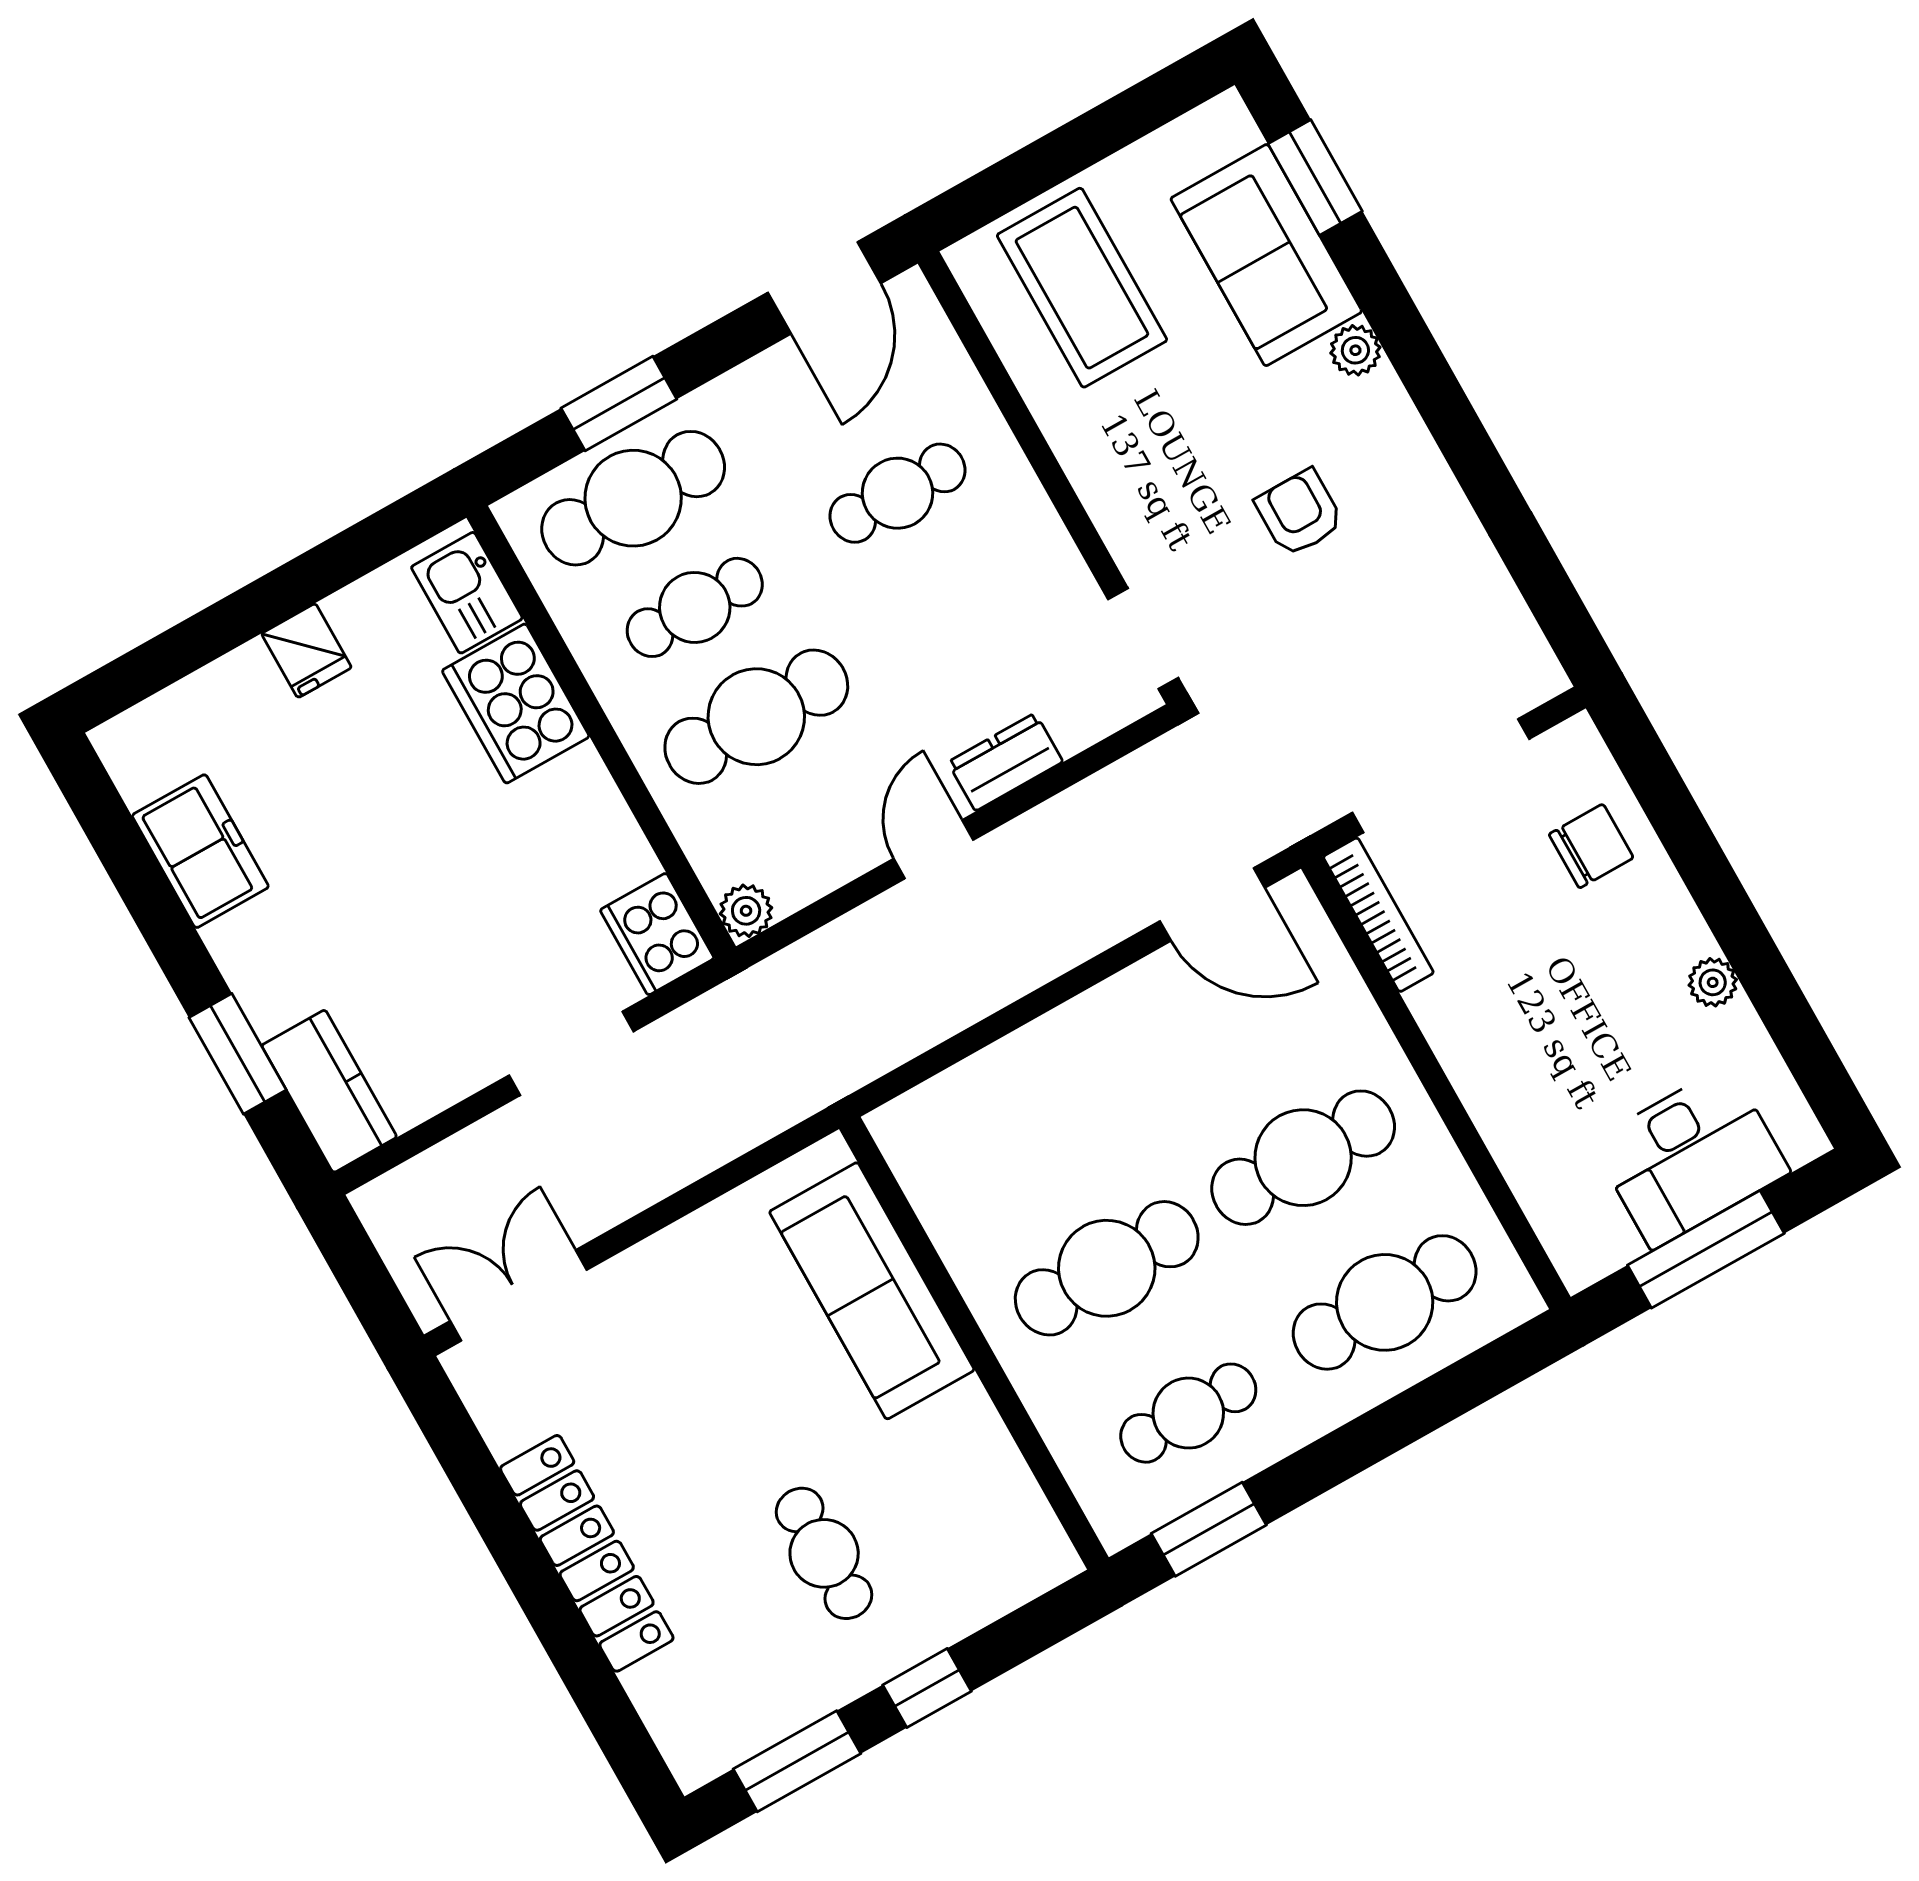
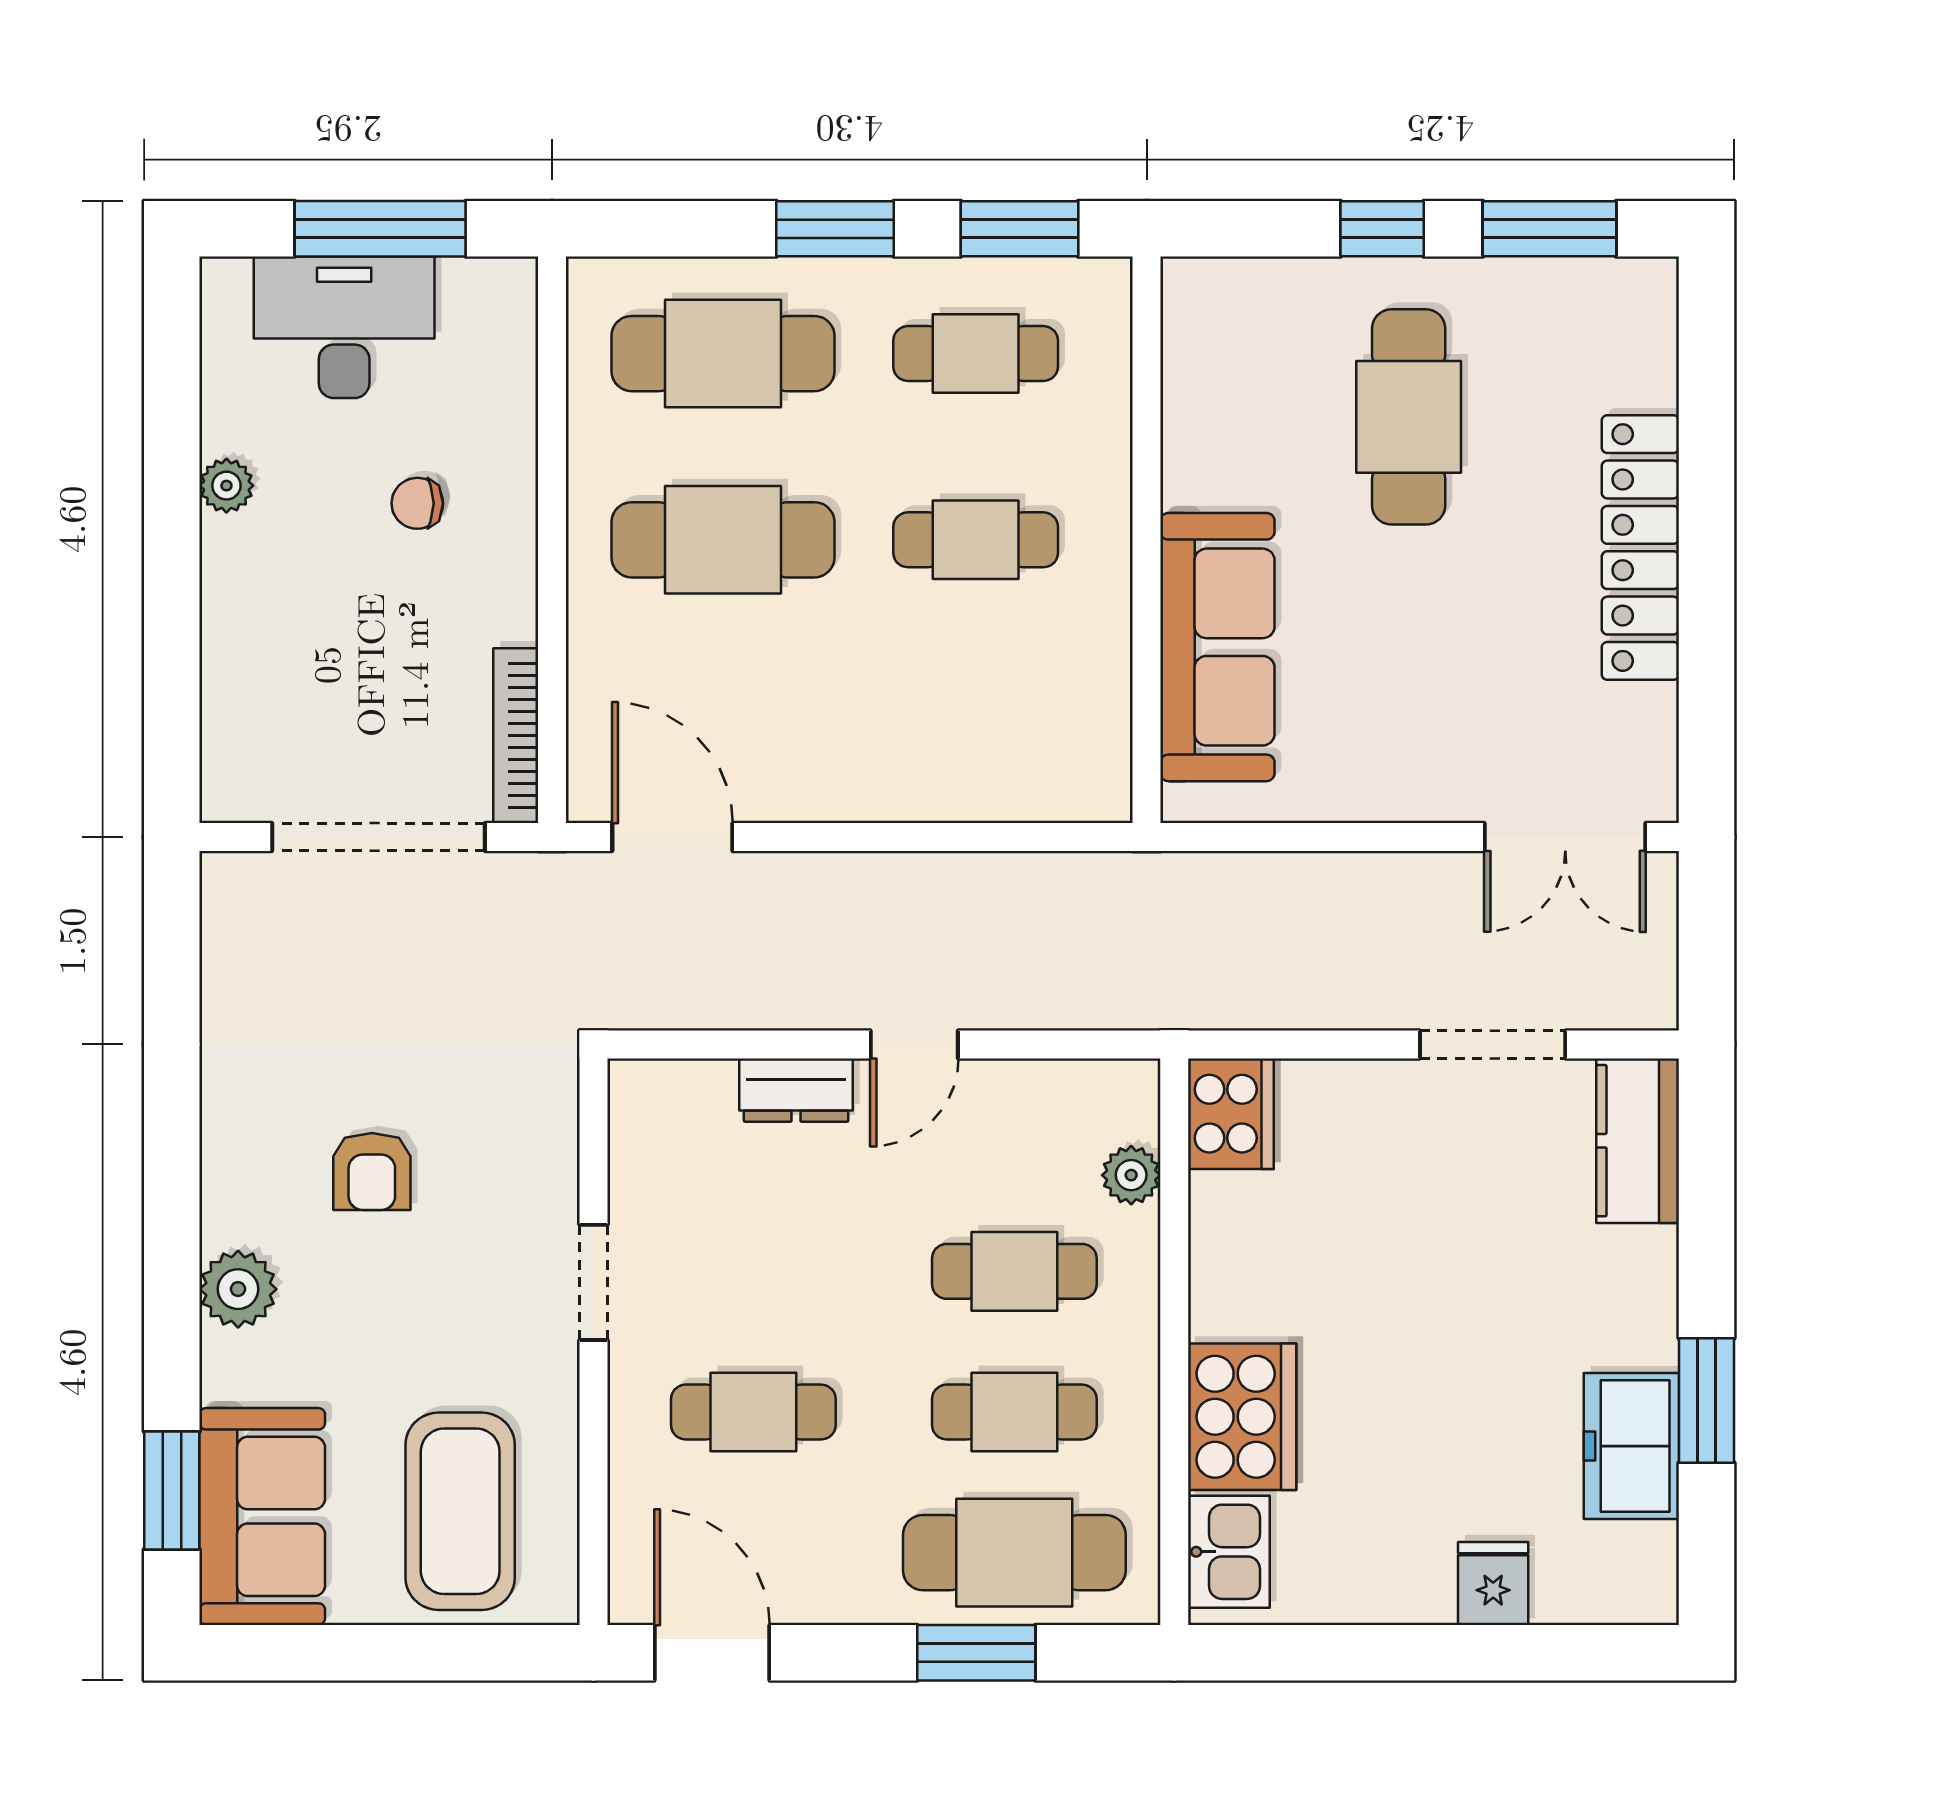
sofa: (1266, 255) -> (262, 1516), moved
door: (824, 288) -> (712, 1653), hinge flipped
plant: (1355, 350) -> (238, 1289), width x1.38, depth x1.38
doorway: (1143, 639) -> (594, 1282), moved
fridge: (307, 651) -> (1493, 1583), moved
cafe table: (756, 717) -> (1014, 1271), width x0.73, depth x0.74
chair: (1591, 846) -> (417, 503), moved, width x0.73, depth x0.73
plant: (746, 911) -> (1131, 1175), moved
doorway: (571, 1053) -> (1493, 1044), moved
window: (238, 1054) -> (1707, 1400), moved
cafe table: (1107, 1268) -> (976, 540), width x0.73, depth x0.74
window: (1352, 1448) -> (835, 229), added
cafe table: (824, 1553) -> (1409, 417), width x1.37, depth x1.35

